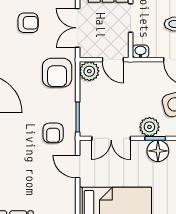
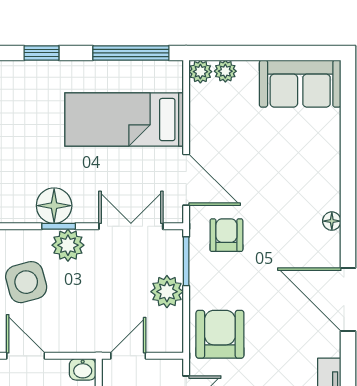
door: (113, 60) -> (128, 356), hinge flipped
plant: (89, 71) -> (167, 292), moved
door: (78, 167) -> (186, 180), width x1.38

